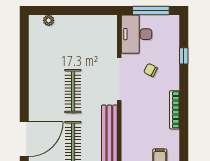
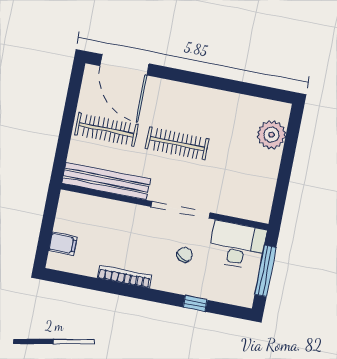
plant: (49, 20) -> (271, 135), width x1.88, depth x1.88

